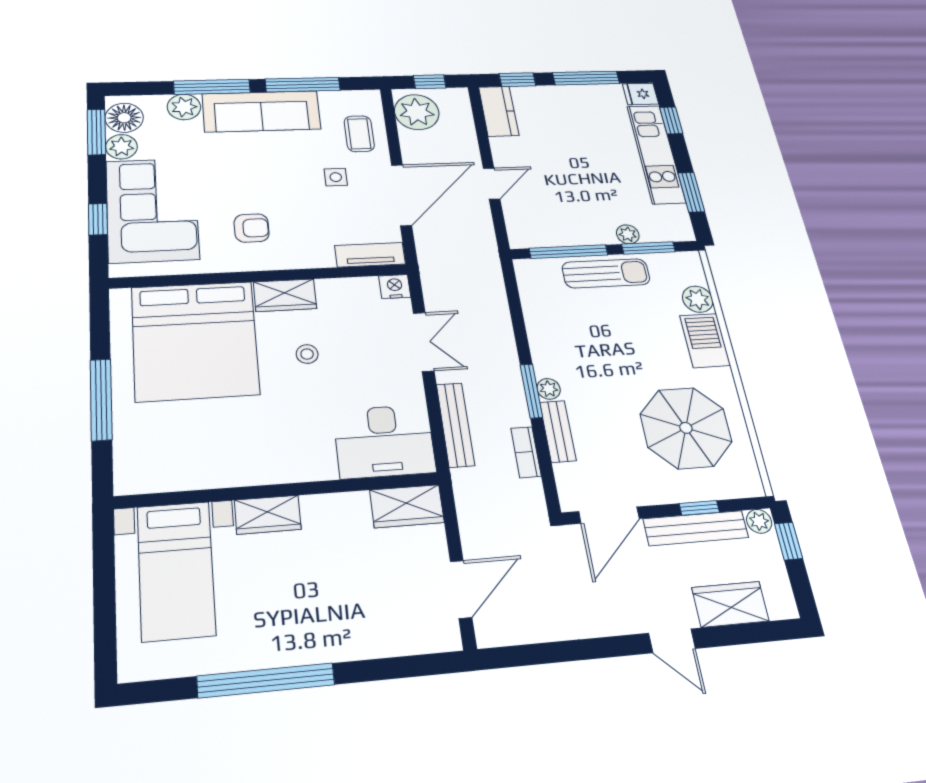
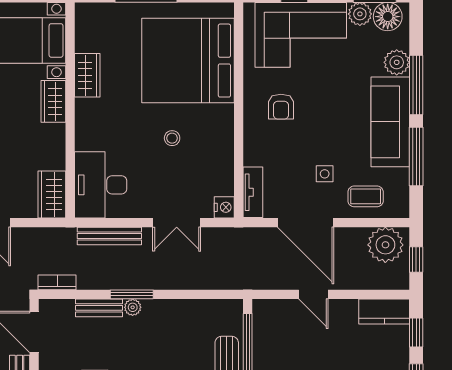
wardrobe: (285, 295) -> (87, 75), moved, turned 180
bookcase: (526, 452) -> (57, 282), moved

